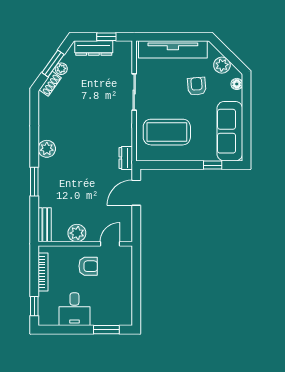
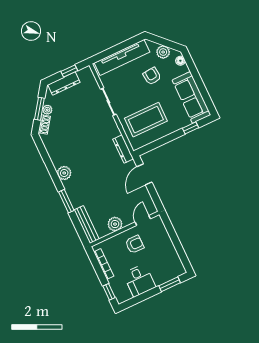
dresser: (126, 158) -> (123, 149), width x1.44
bench: (45, 225) -> (87, 225), width x1.36

